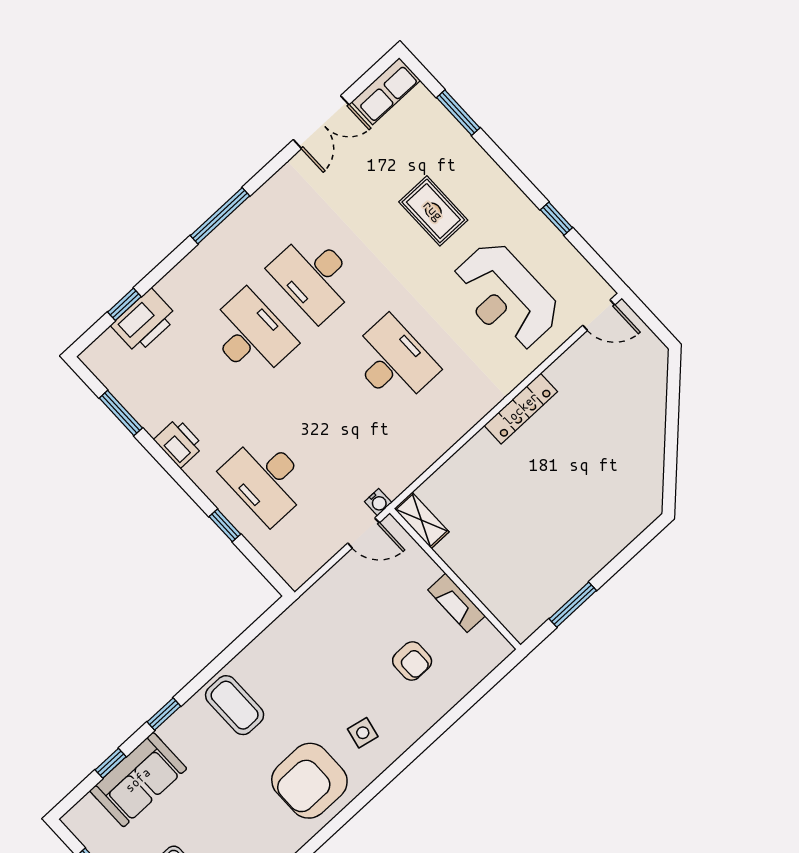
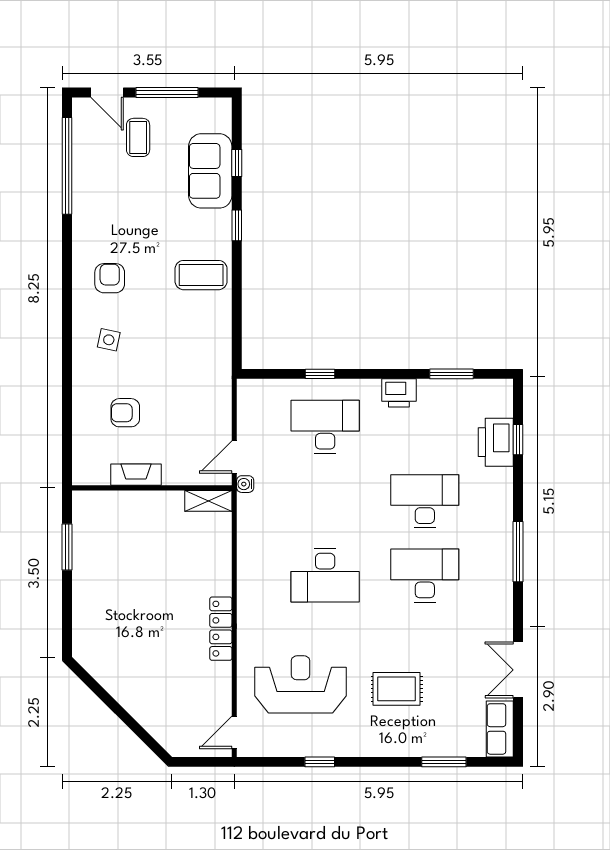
desk: (251, 335) -> (425, 501), turned 180
armchair: (309, 781) -> (110, 278), width x0.53, depth x0.53

